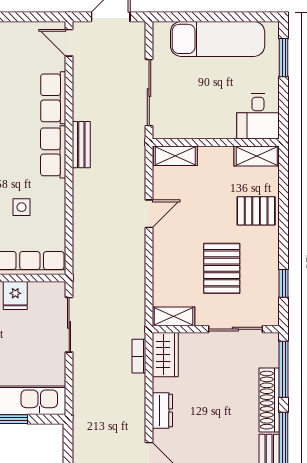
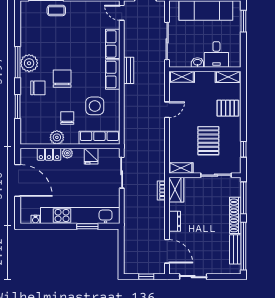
desk: (258, 116) -> (216, 54), moved
washbasin: (203, 131) -> (197, 63), added
side table: (22, 207) -> (95, 106), width x1.87, depth x1.87

